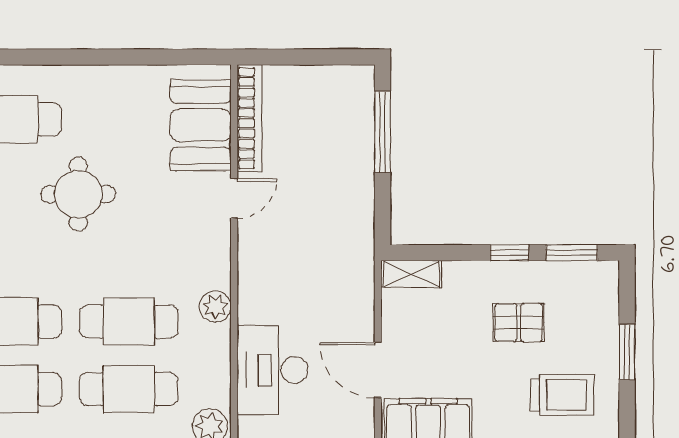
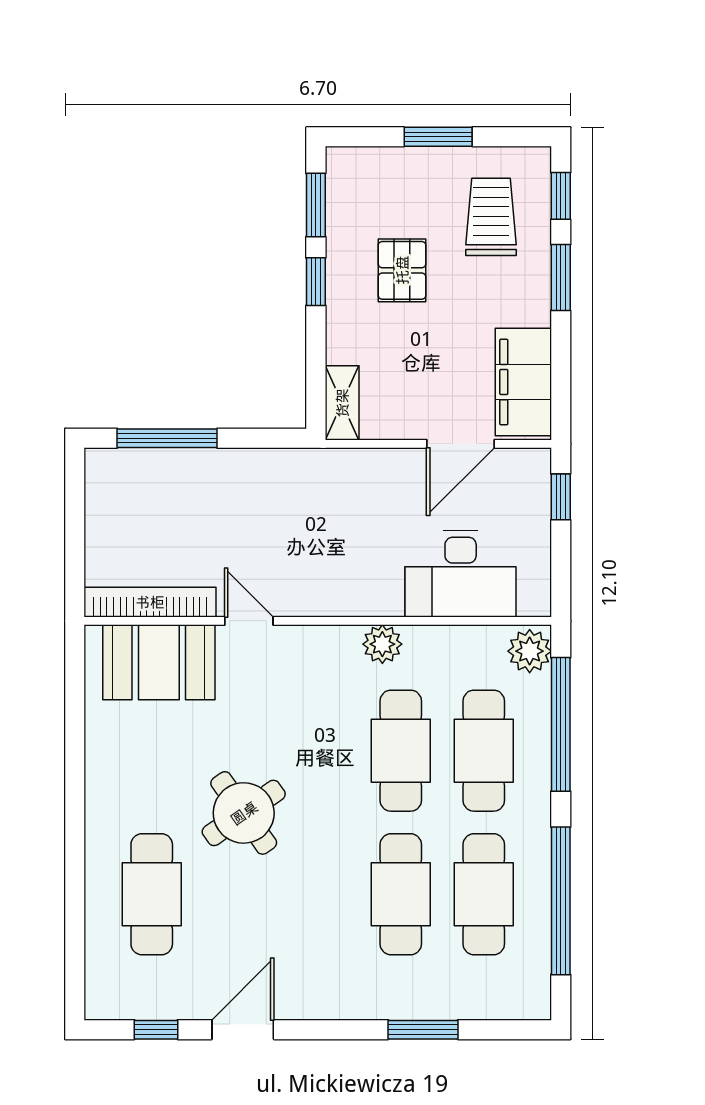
round table: (78, 194) -> (244, 813), turned -35

